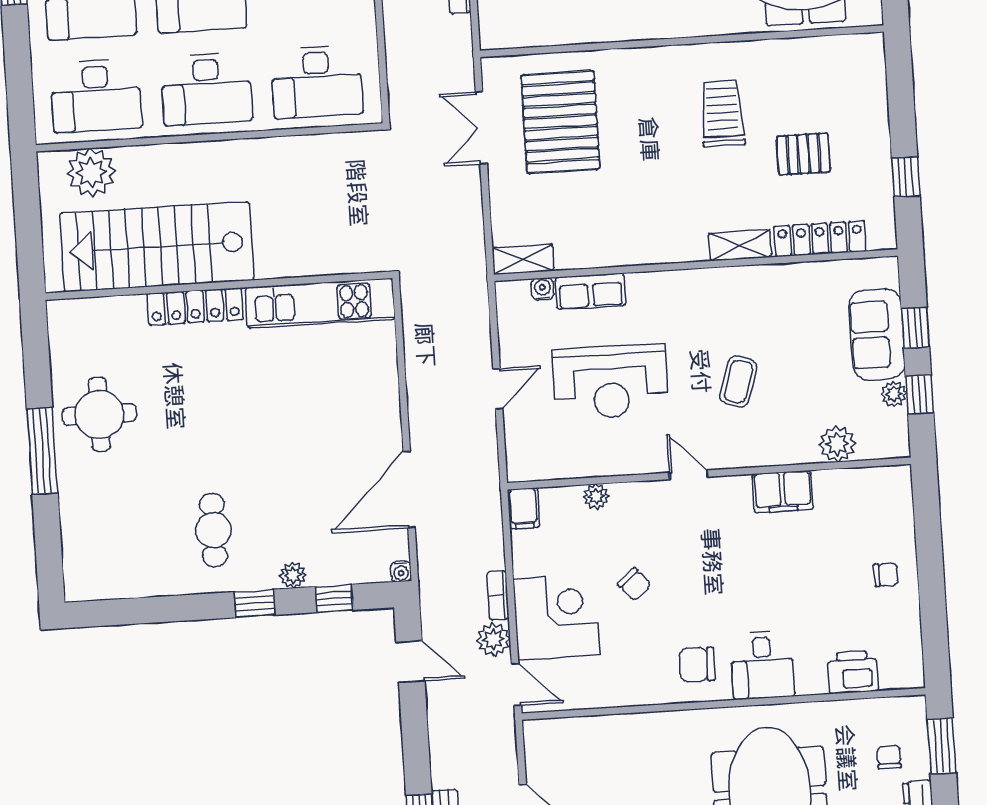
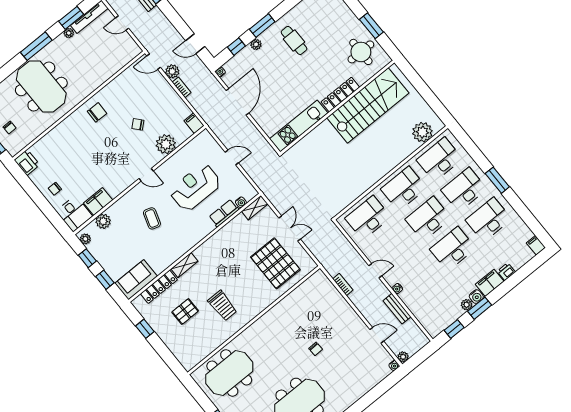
double door: (481, 128) -> (290, 228), moved
stairs: (157, 247) -> (368, 105), moved
wall: (219, 286) -> (337, 107), moved
kitchen unit: (320, 303) -> (299, 126), moved
locker: (195, 307) -> (340, 95), moved
sofa: (877, 334) -> (136, 280), moved, turned -90
door: (498, 389) -> (232, 158), swing flipped
plant: (894, 394) -> (85, 239), moved
window: (42, 451) -> (371, 26), width x0.69
filing cabinet: (783, 492) -> (98, 202), moved
plant: (596, 496) -> (166, 144), width x1.87, depth x1.87
window: (255, 603) -> (262, 26), width x1.50
corner desk: (556, 617) -> (157, 94), removed
desk: (762, 665) -> (74, 214), moved, turned 180
printer: (853, 672) -> (27, 162), moved, turned -90

